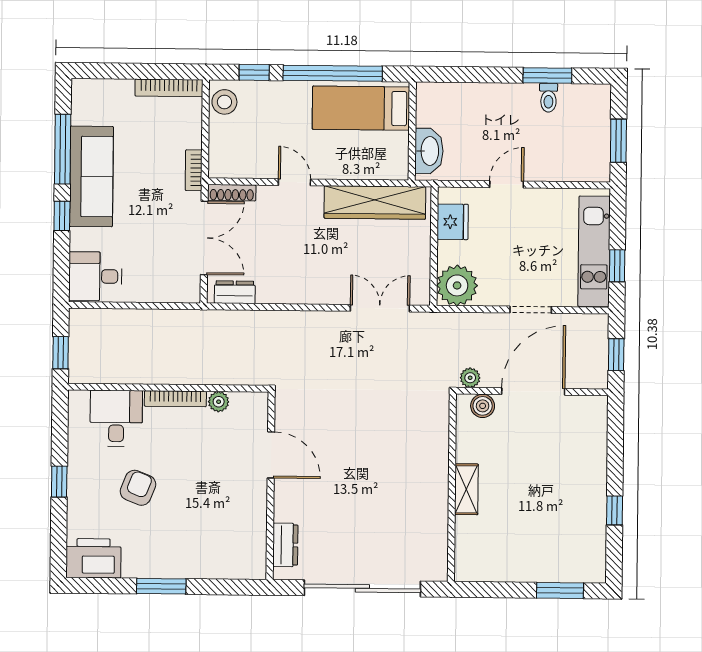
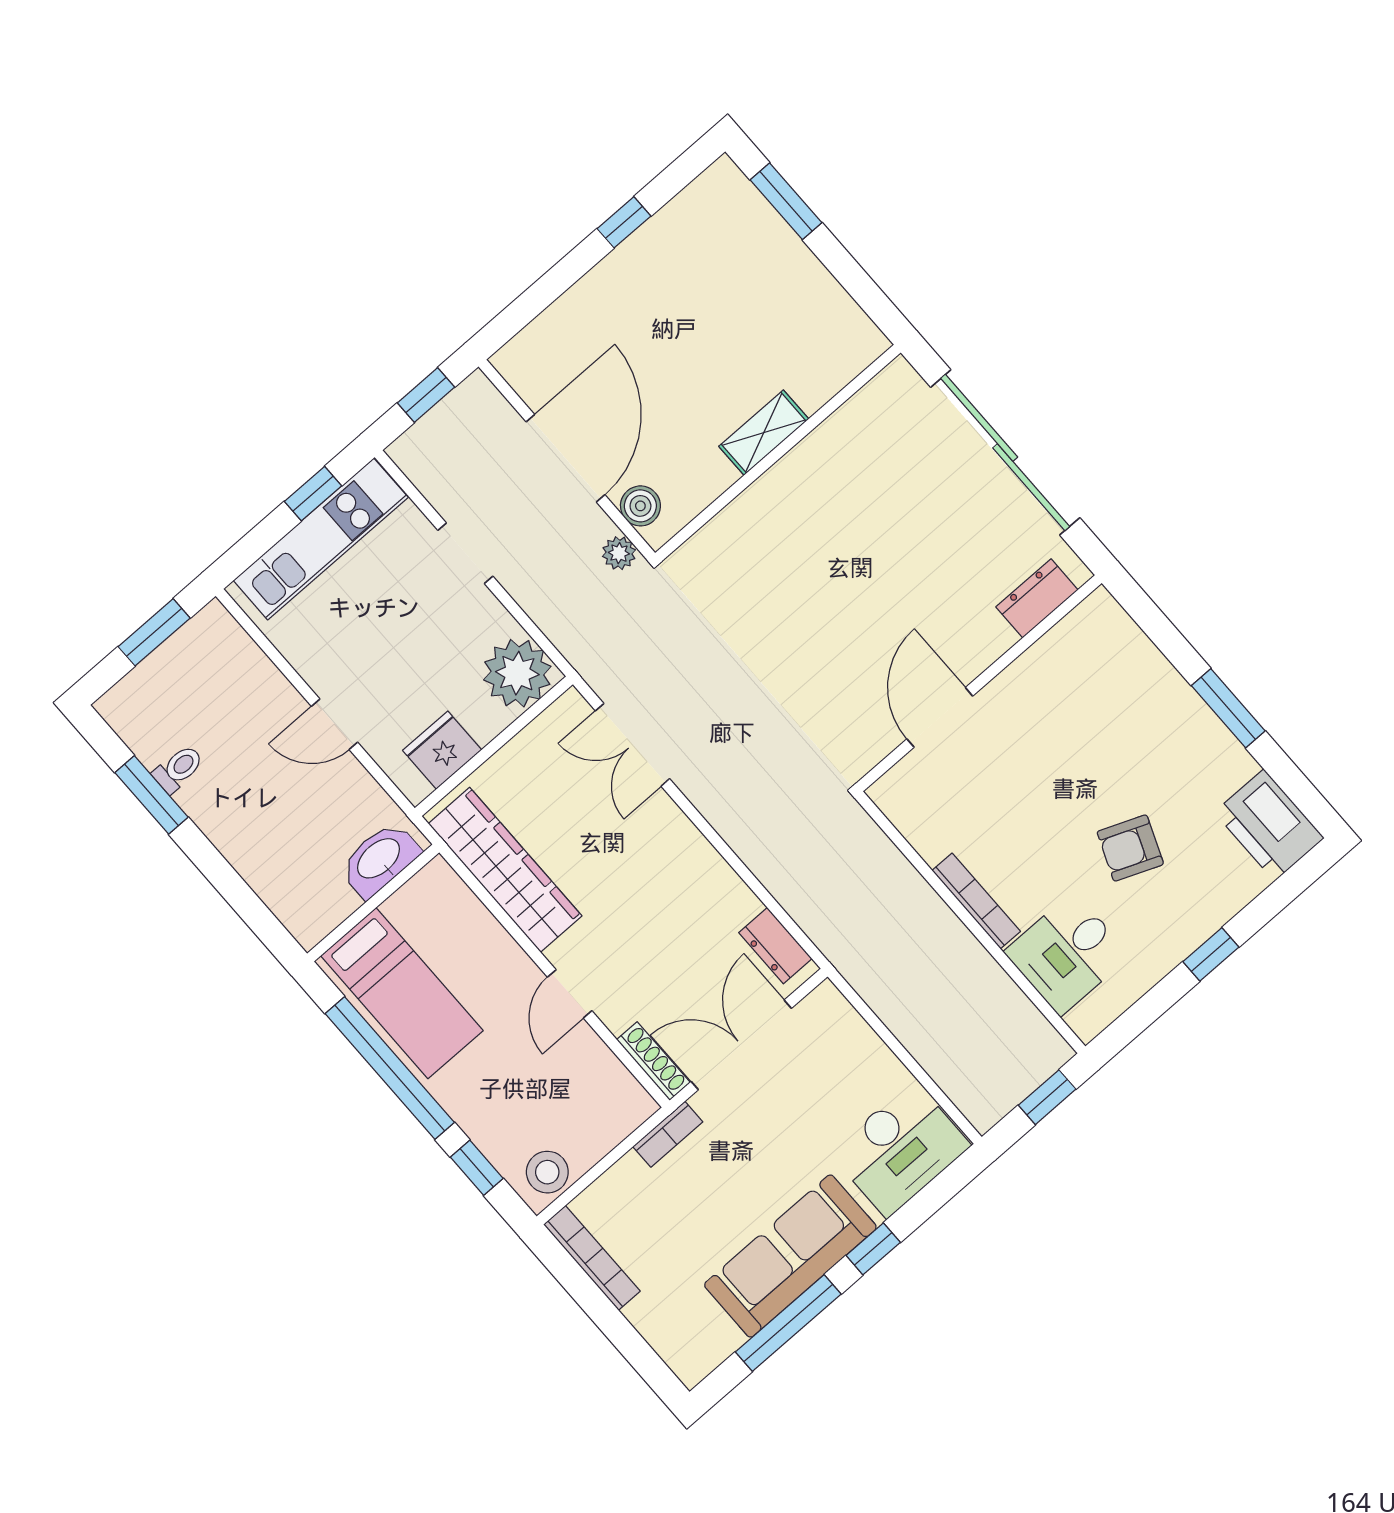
desk: (95, 276) -> (900, 1149), width x1.37
door: (533, 392) -> (566, 458), swing flipped
plant: (219, 402) -> (931, 843), removed

